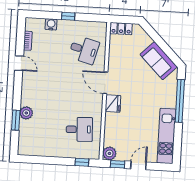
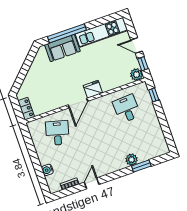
window: (68, 16) -> (34, 158), removed
sofa: (159, 61) -> (62, 48), moved, turned 45

